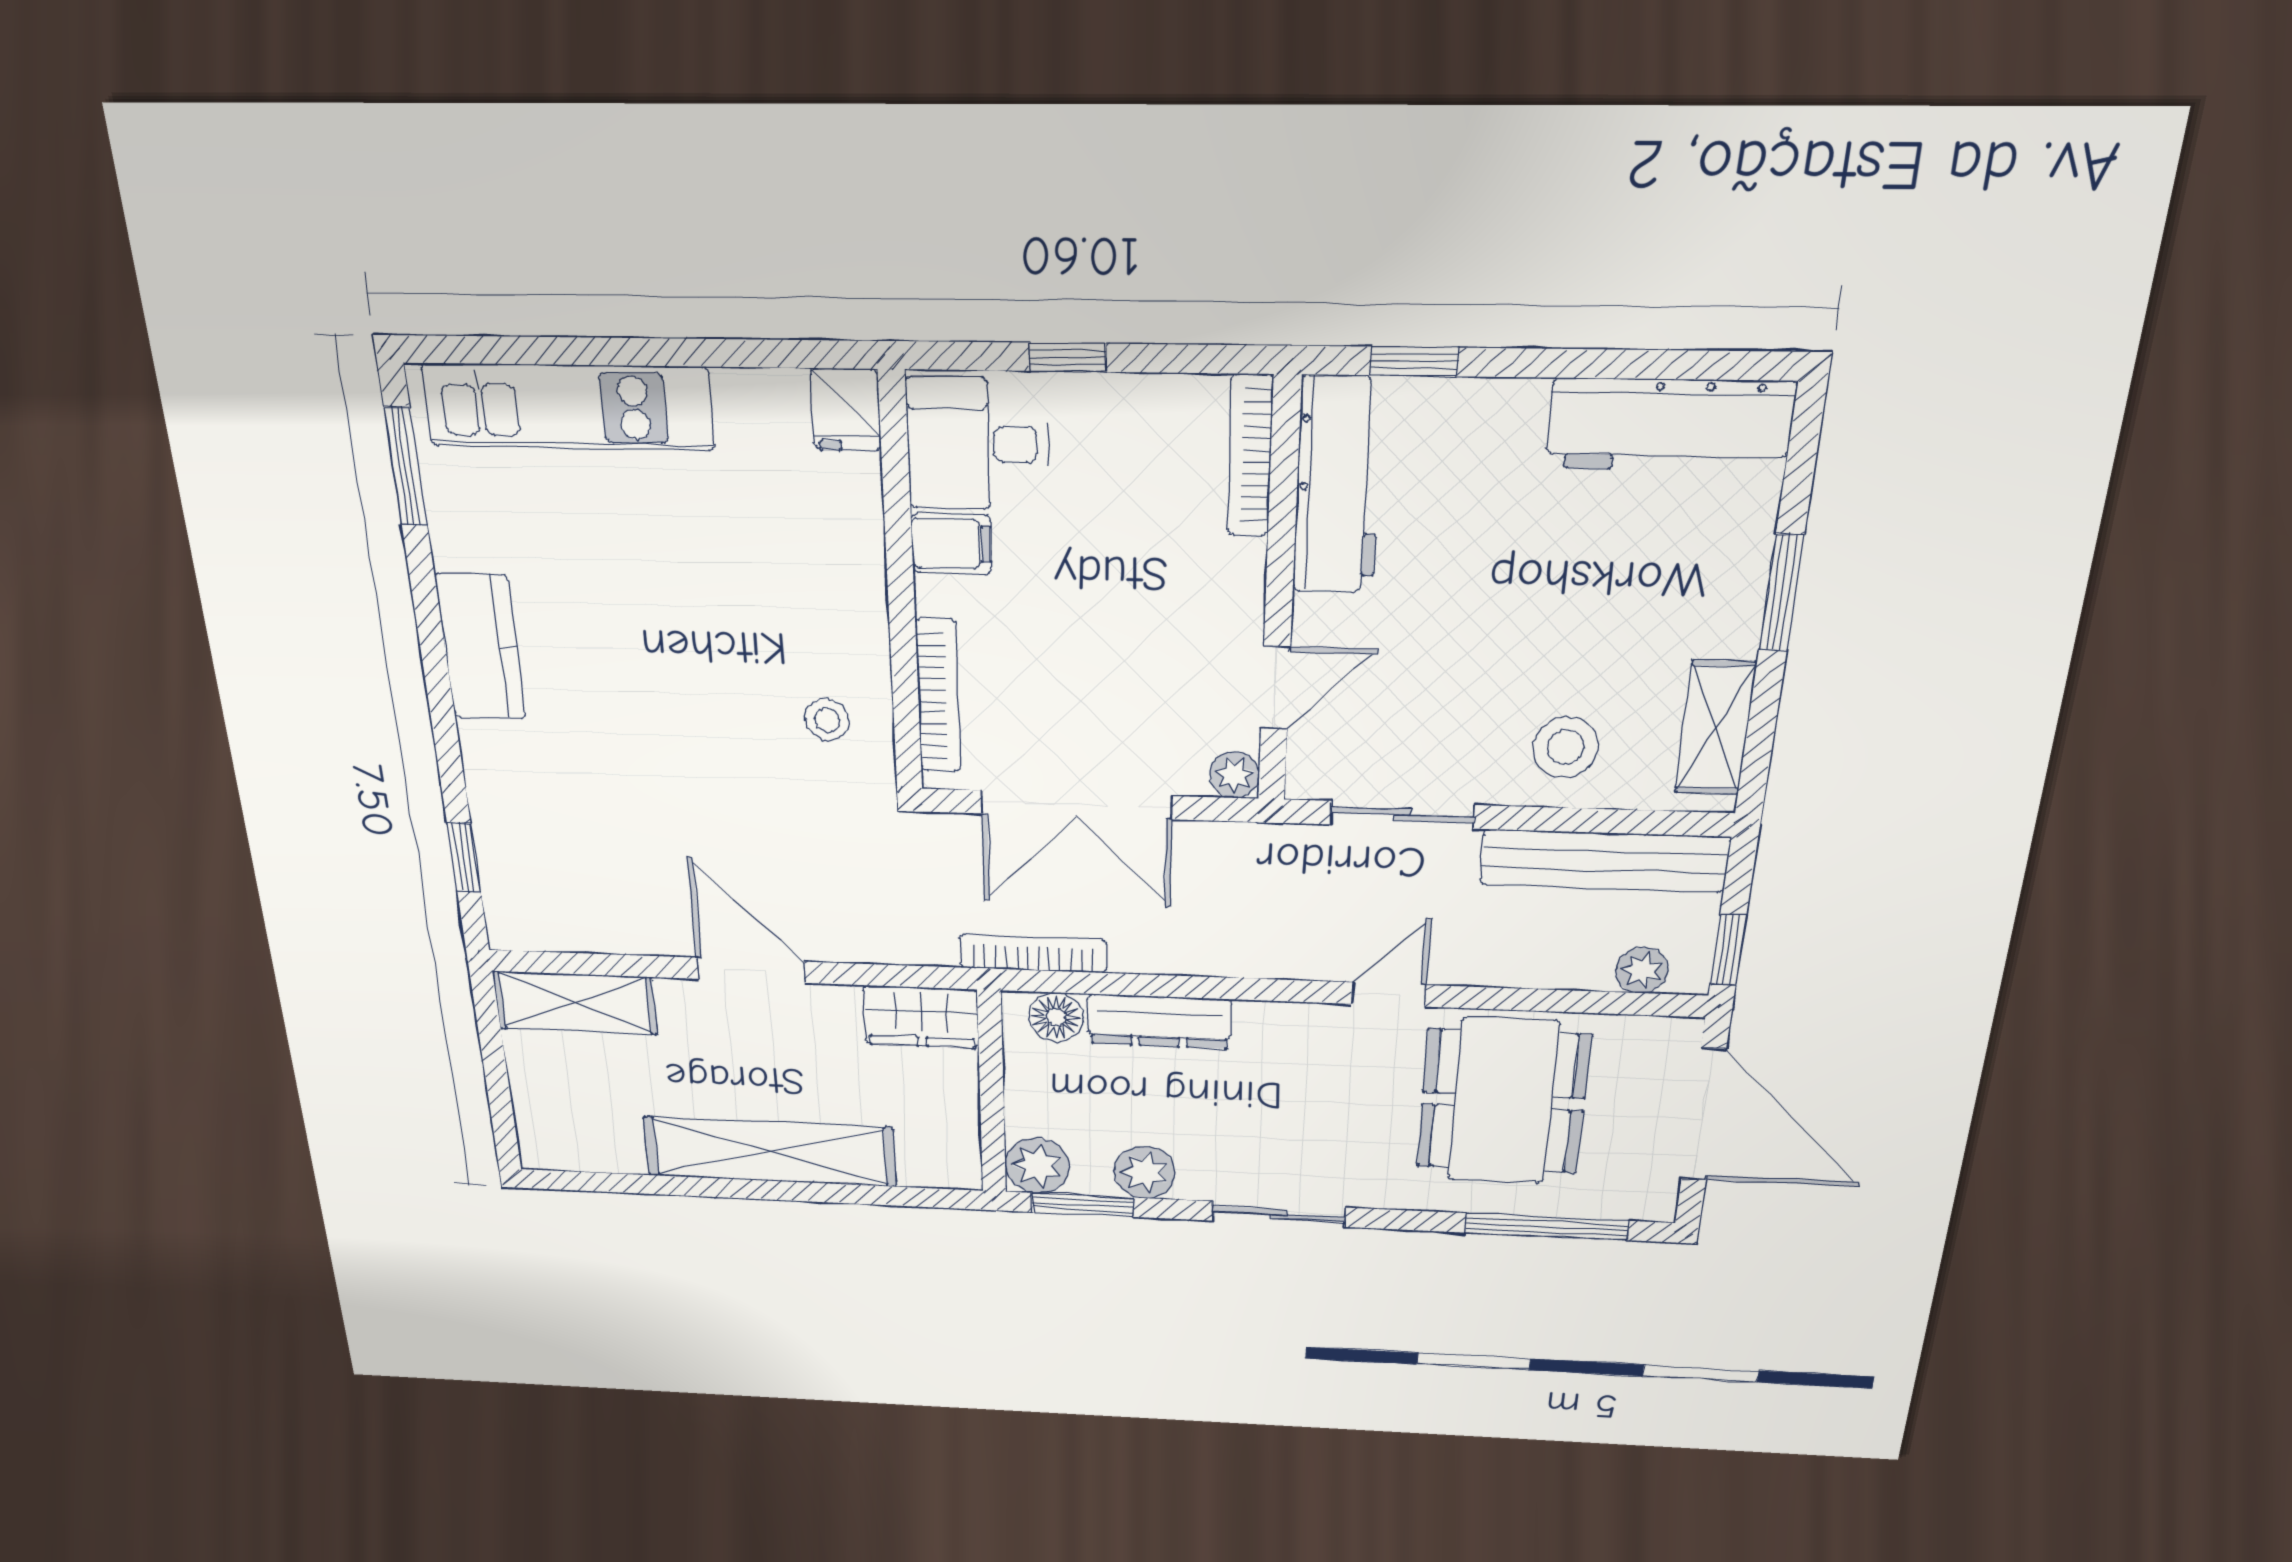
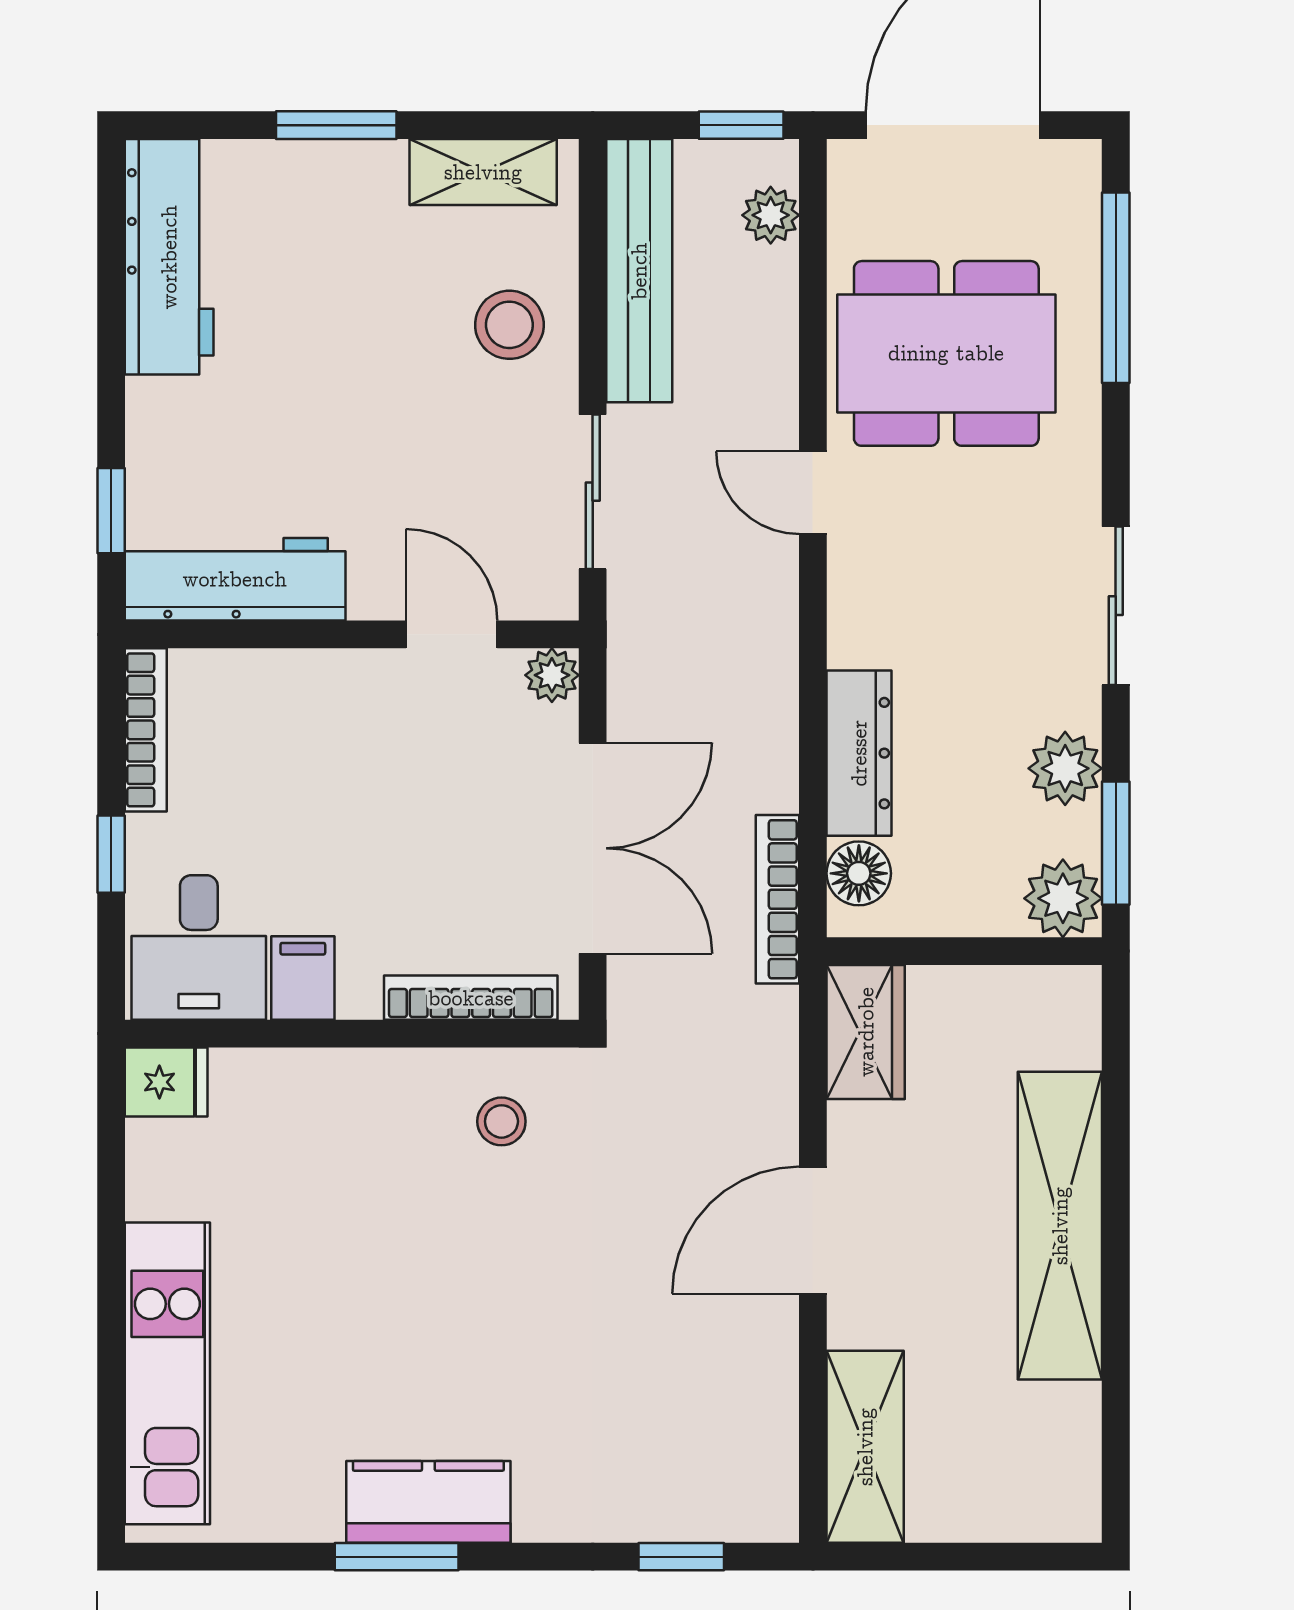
bookcase: (1250, 456) -> (146, 730), moved, turned -90
window: (406, 466) -> (397, 1557), moved

